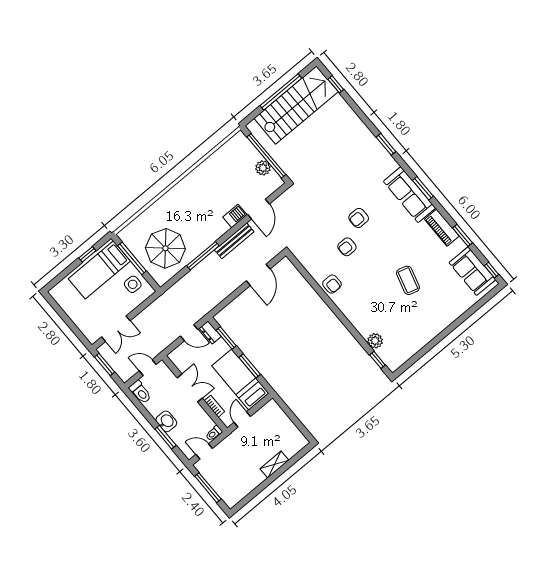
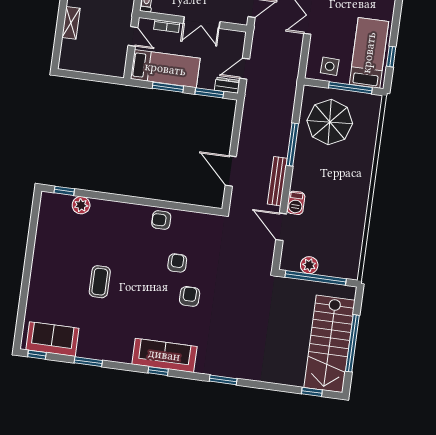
window: (423, 188) -> (158, 371), width x0.67
piano: (442, 228) -> (112, 352), removed
coffee table: (408, 280) -> (100, 282), turned 74

